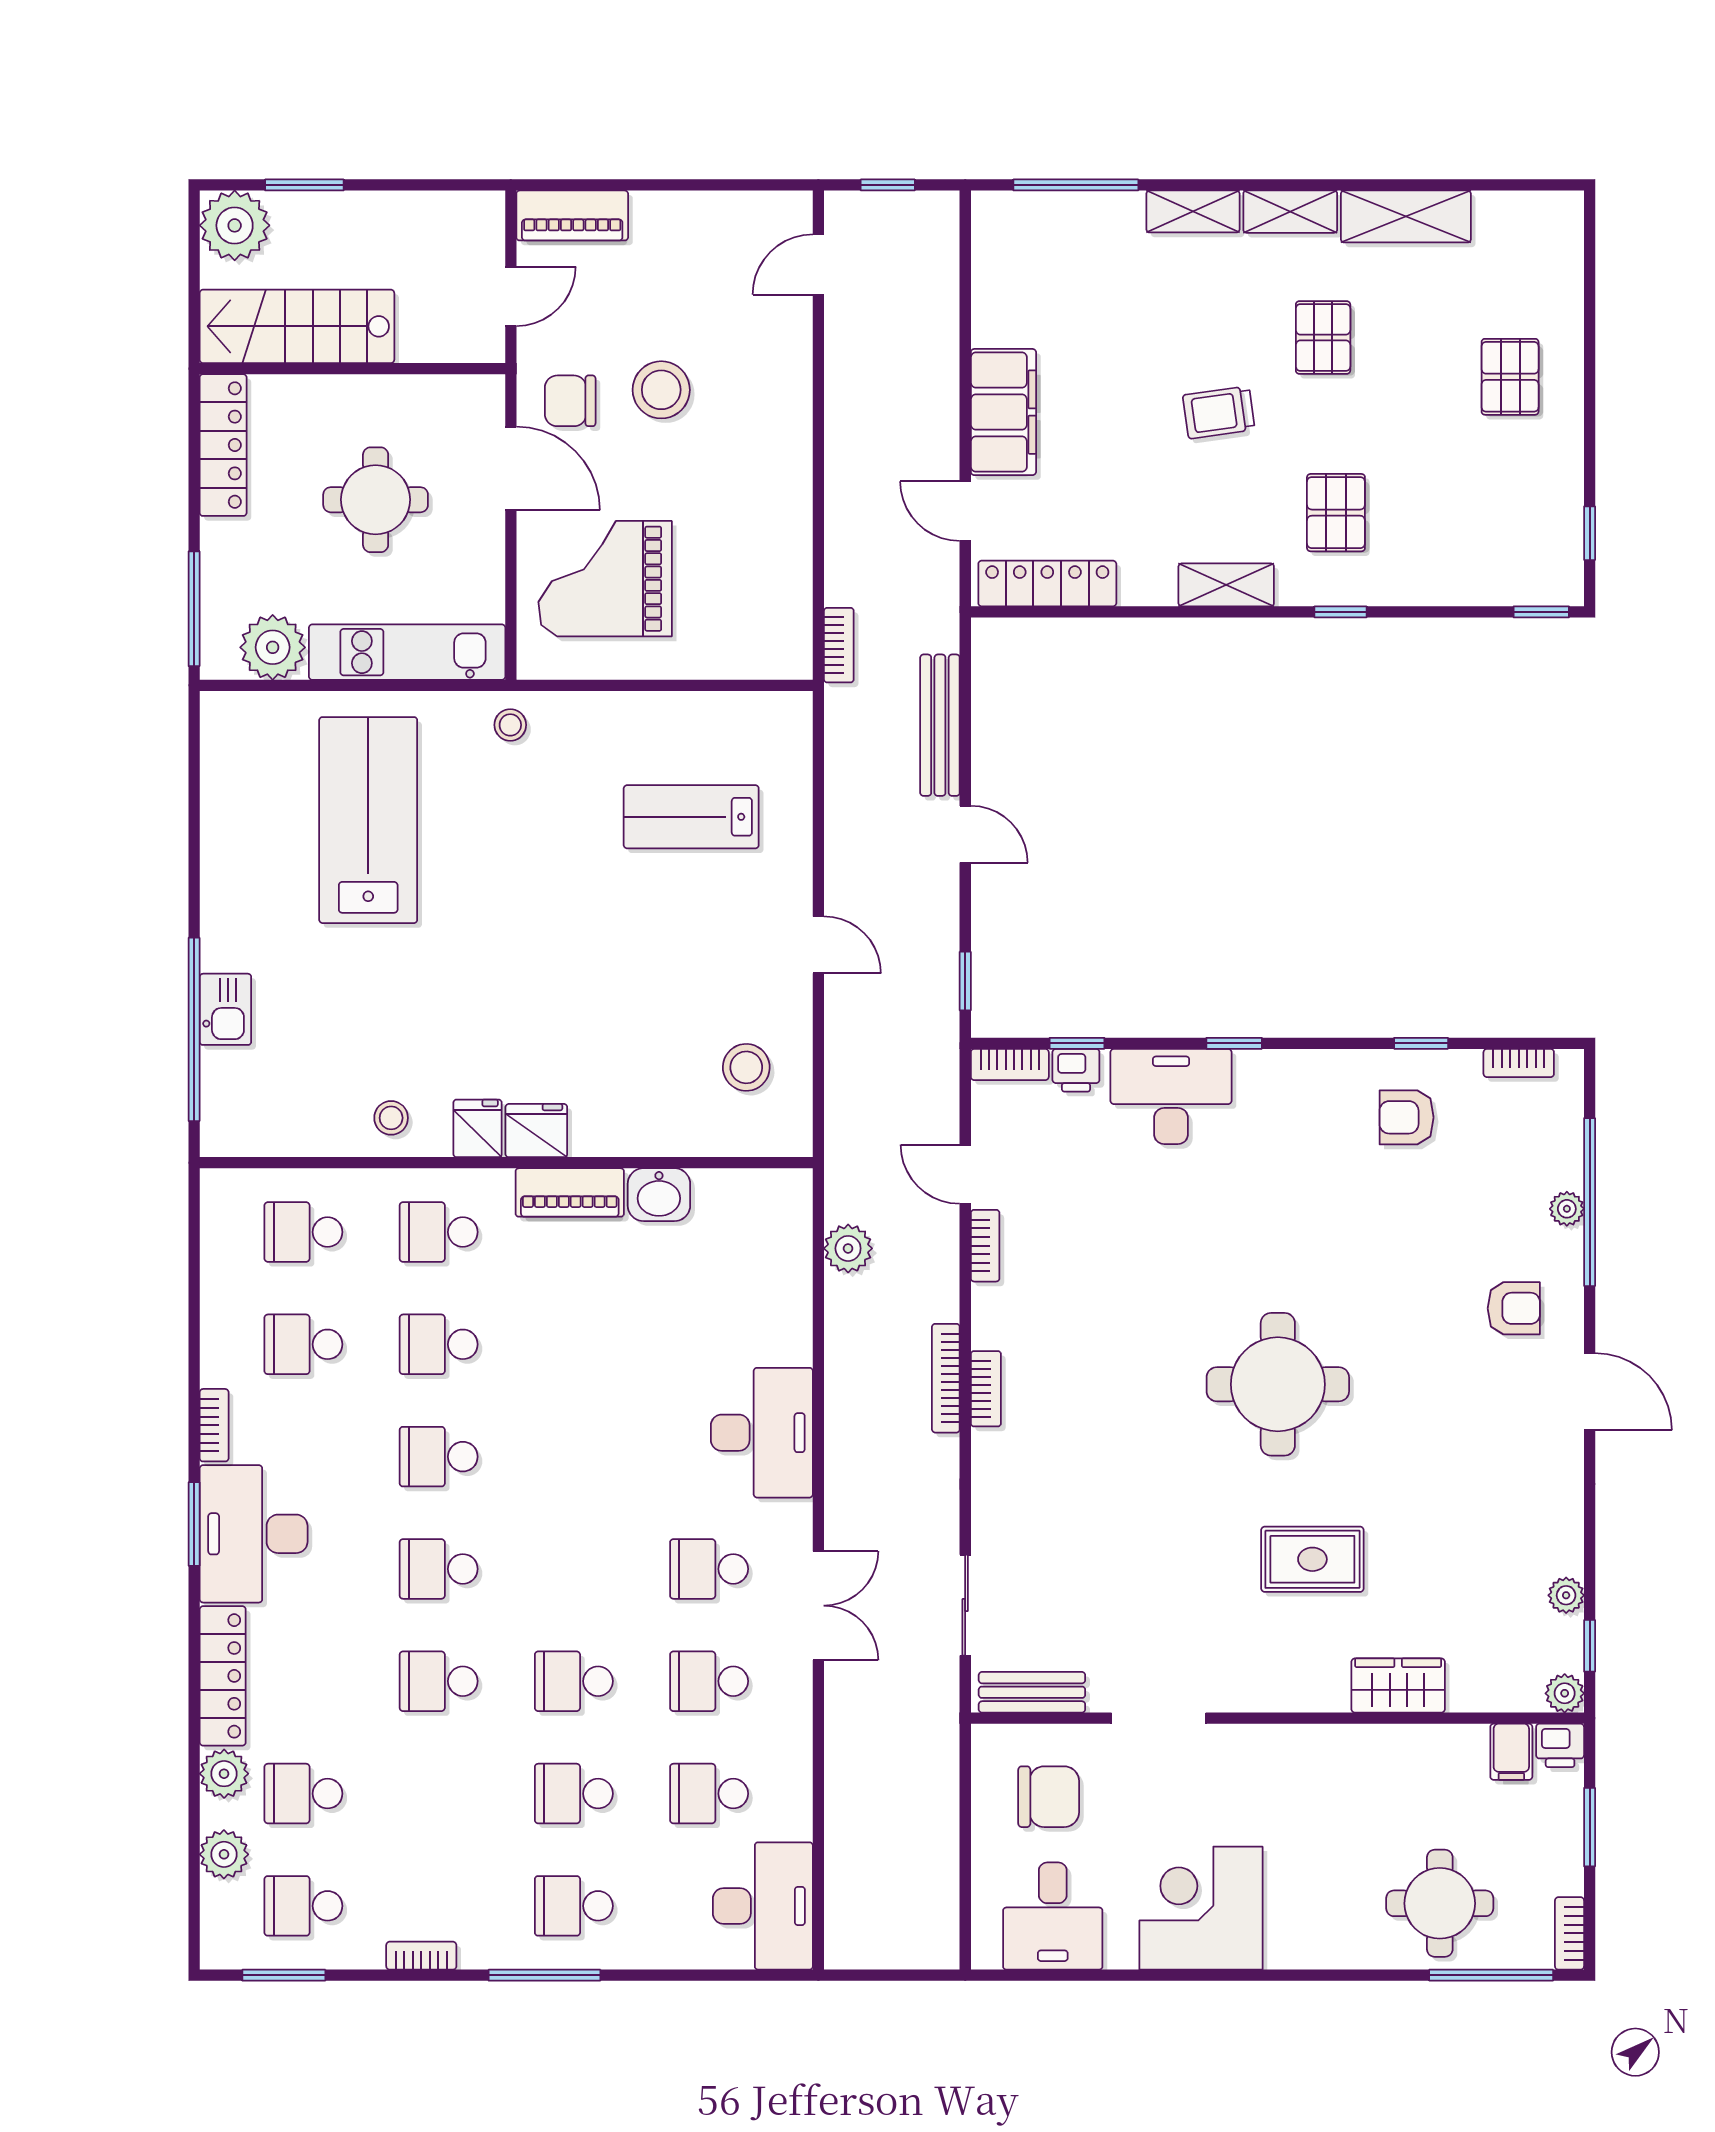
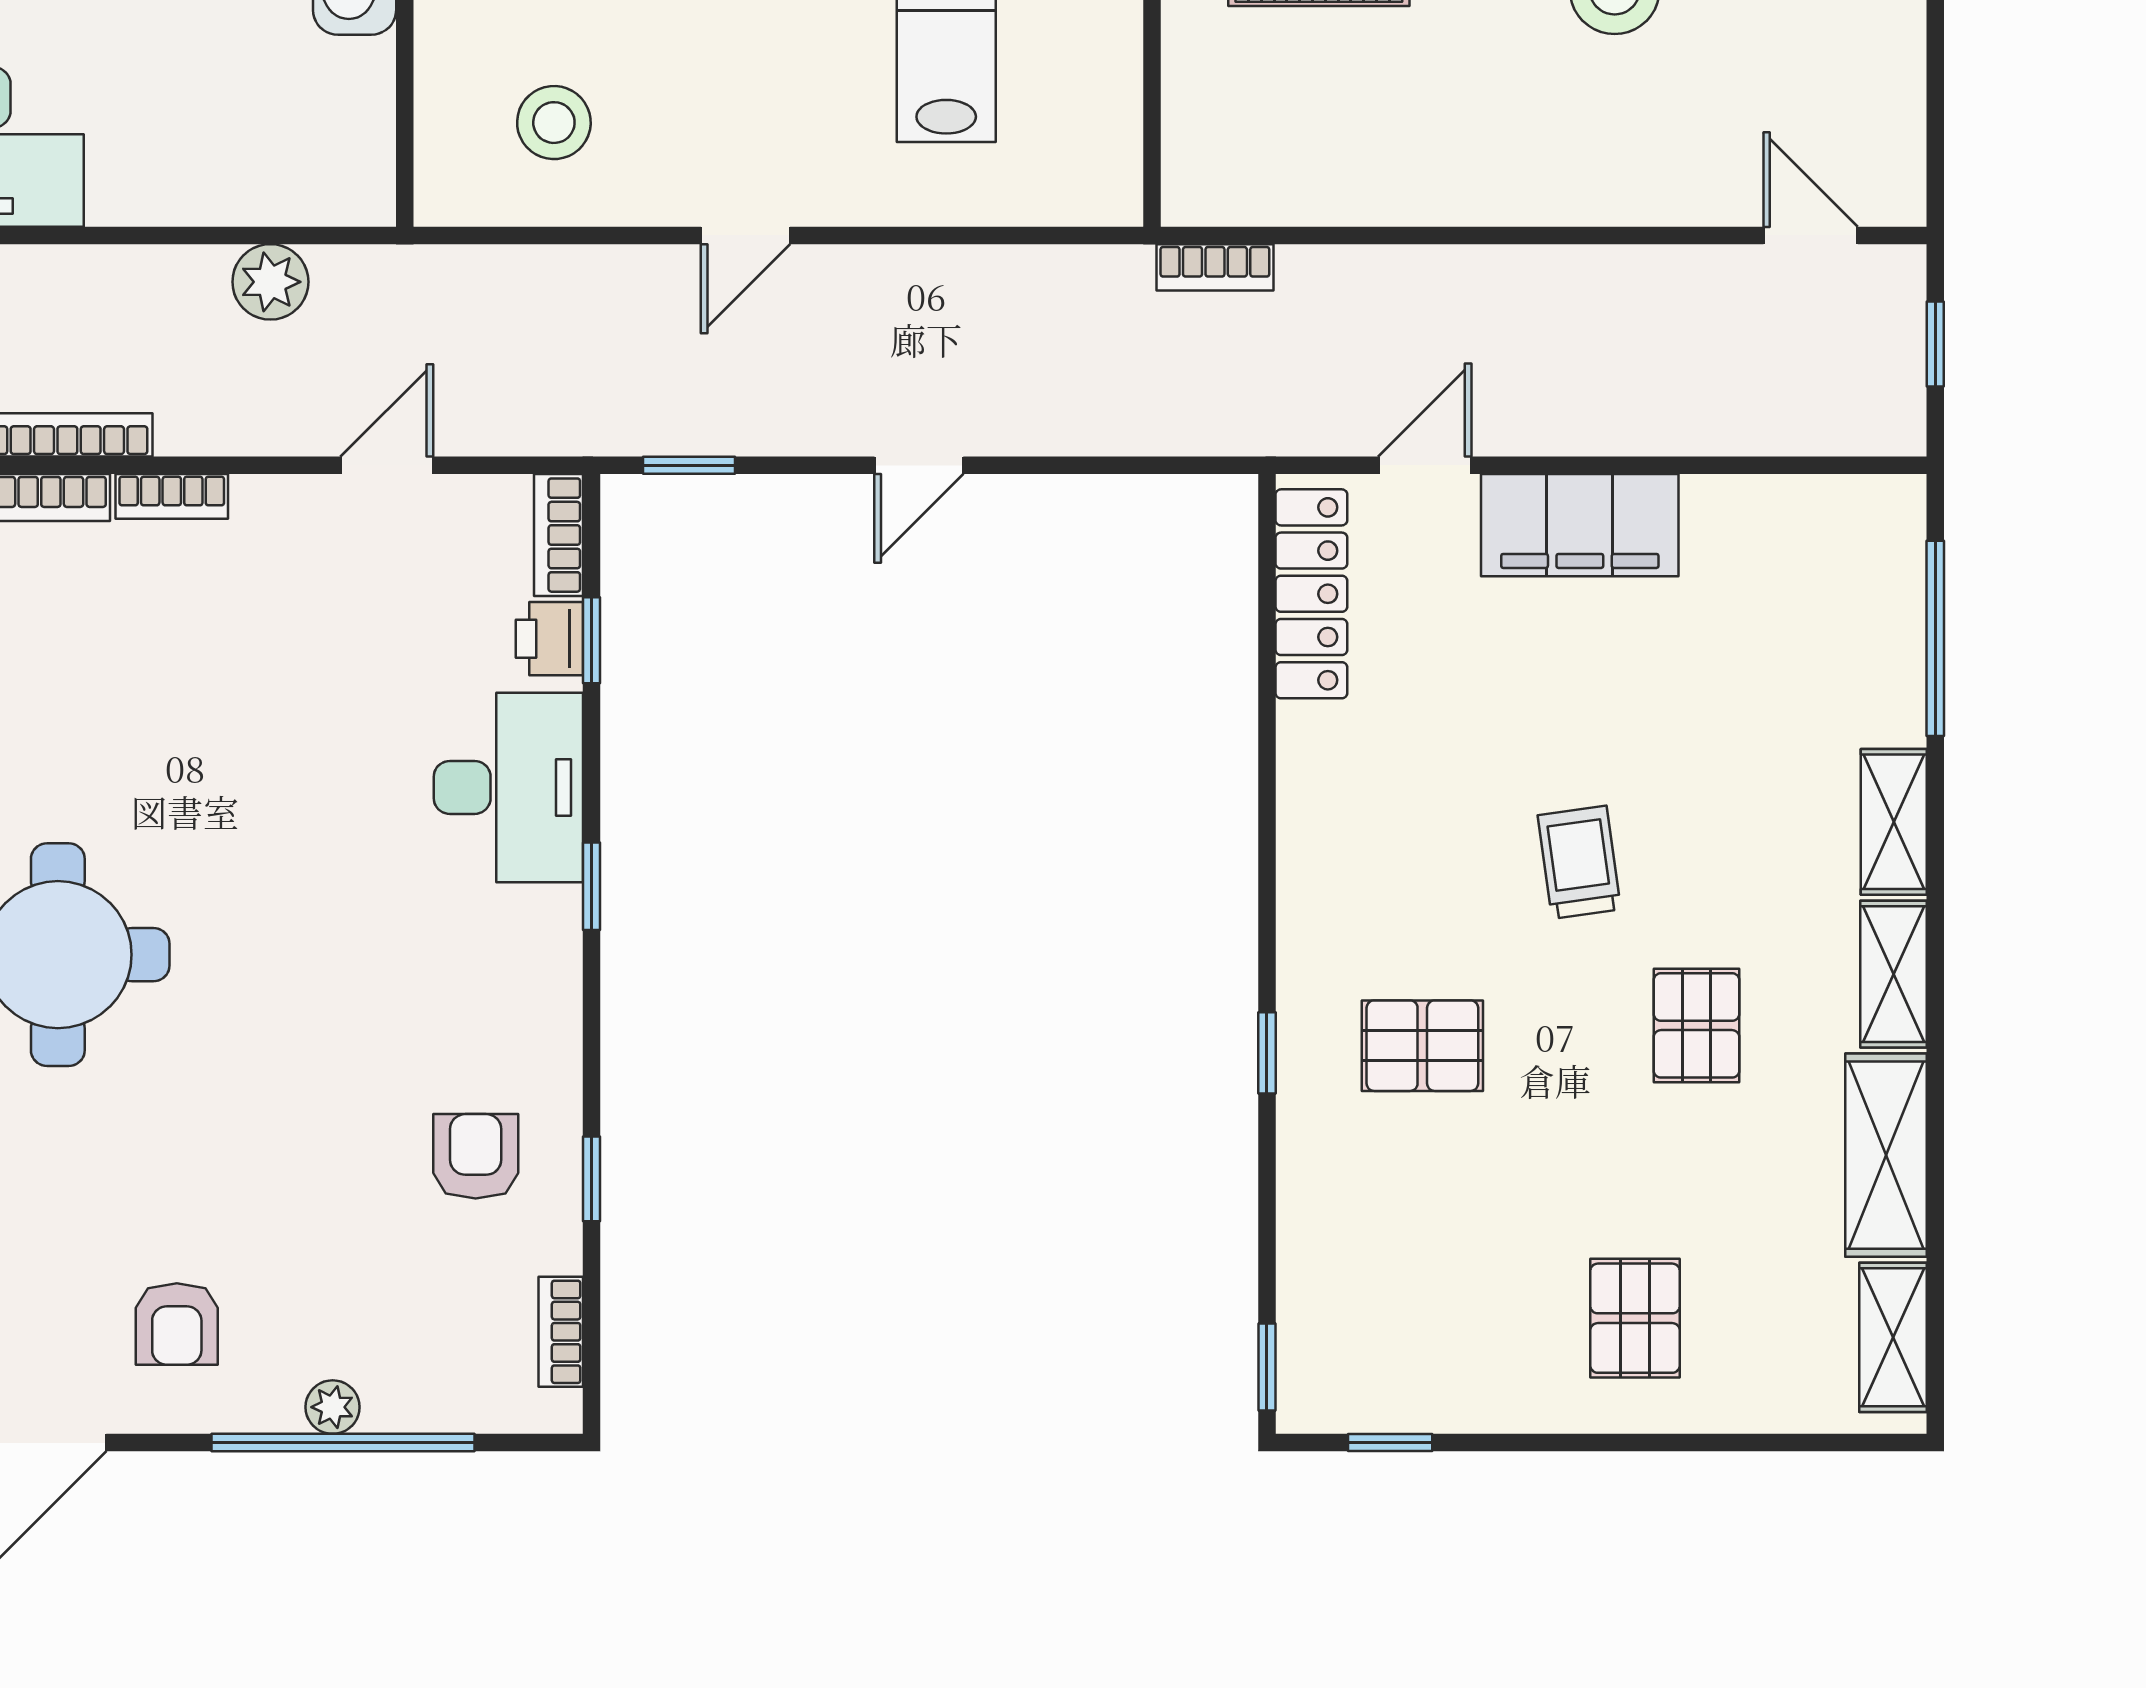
pallet: (1323, 337) -> (1697, 1025), turned 90
pallet: (1510, 377) -> (1635, 1318), turned 90
shelving: (1226, 585) -> (1893, 1337), moved
bench: (940, 725) -> (1090, 426), removed
bookcase: (985, 1246) -> (172, 496), moved

